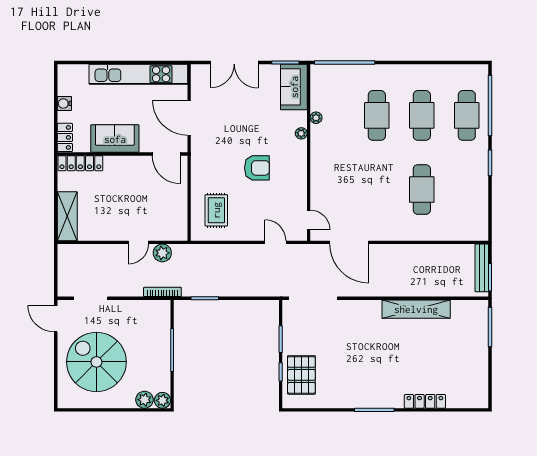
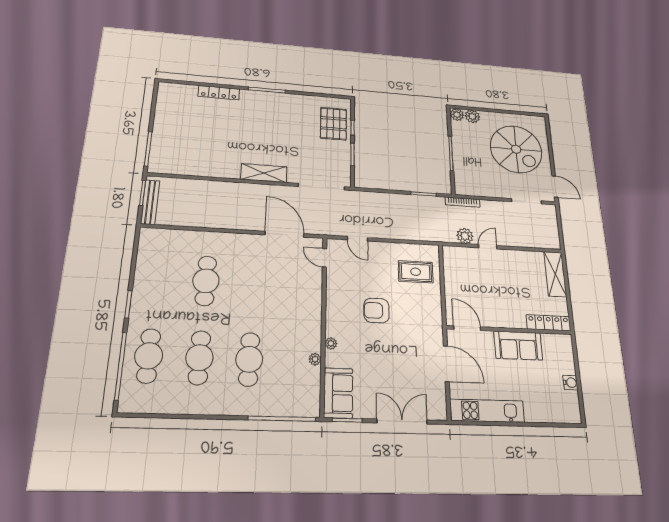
kitchen unit: (138, 74) -> (487, 411), width x0.73
locker: (65, 137) -> (566, 349), removed
rug: (216, 210) -> (416, 272), turned 90
shelving: (416, 309) -> (264, 173), moved, width x0.68

